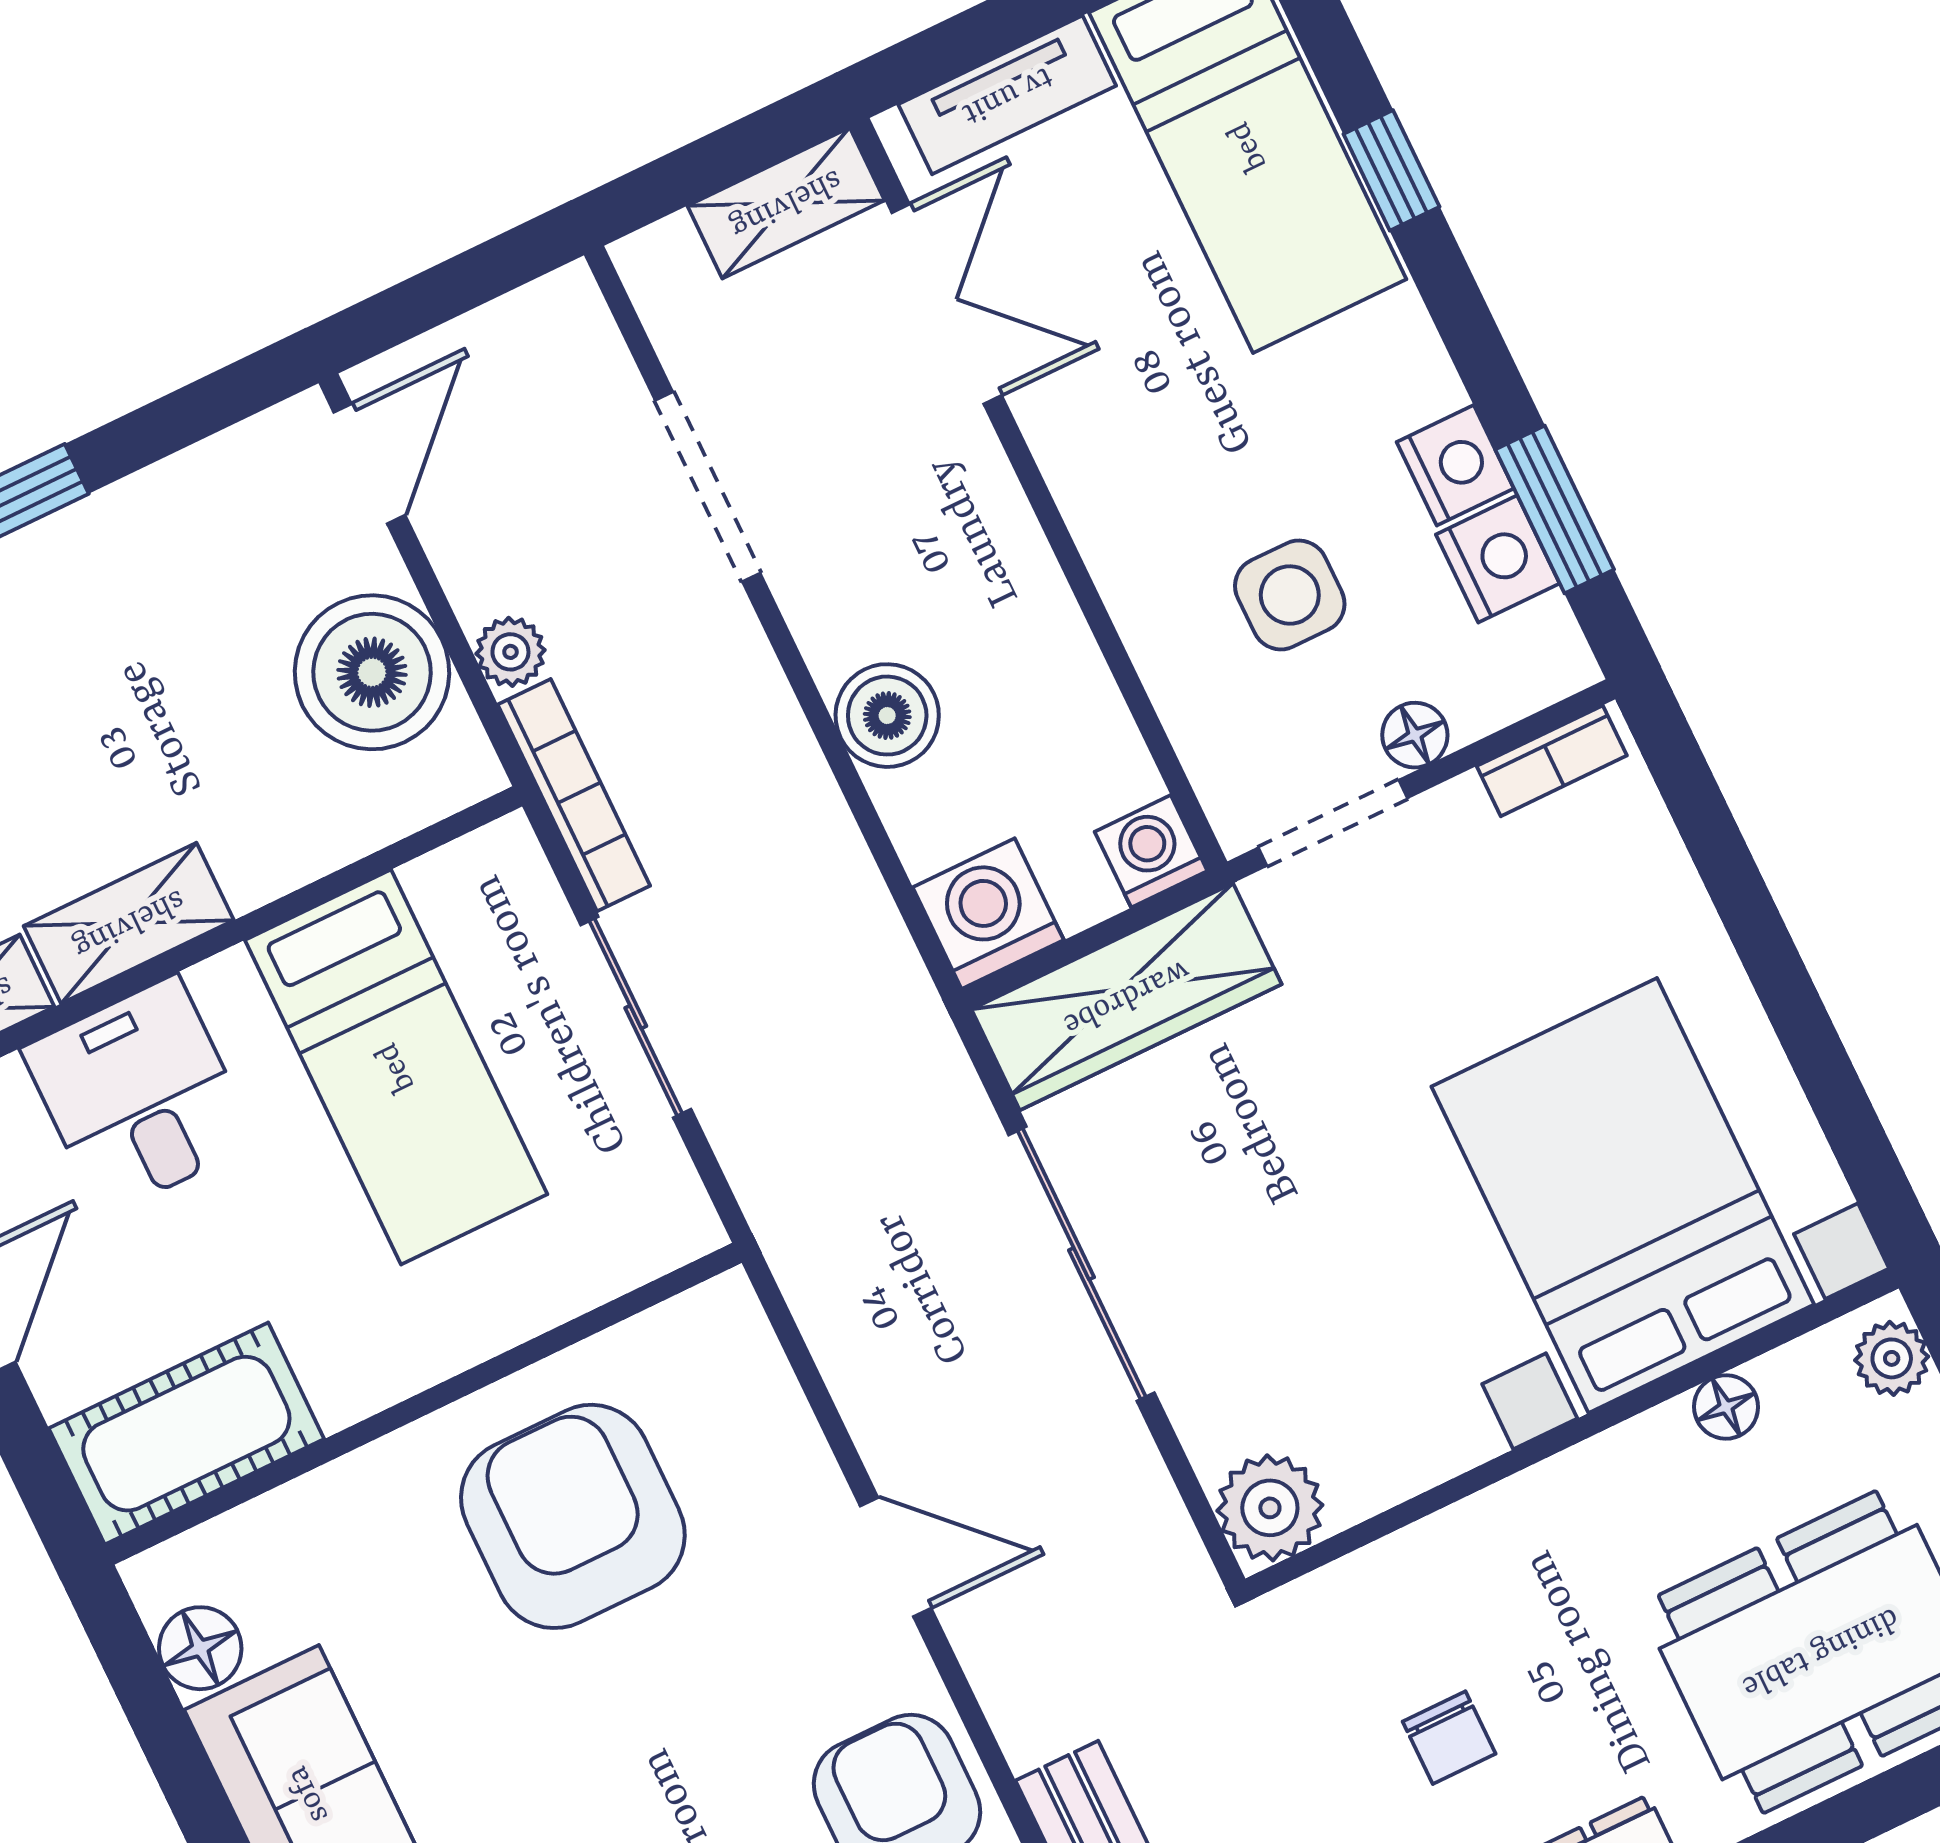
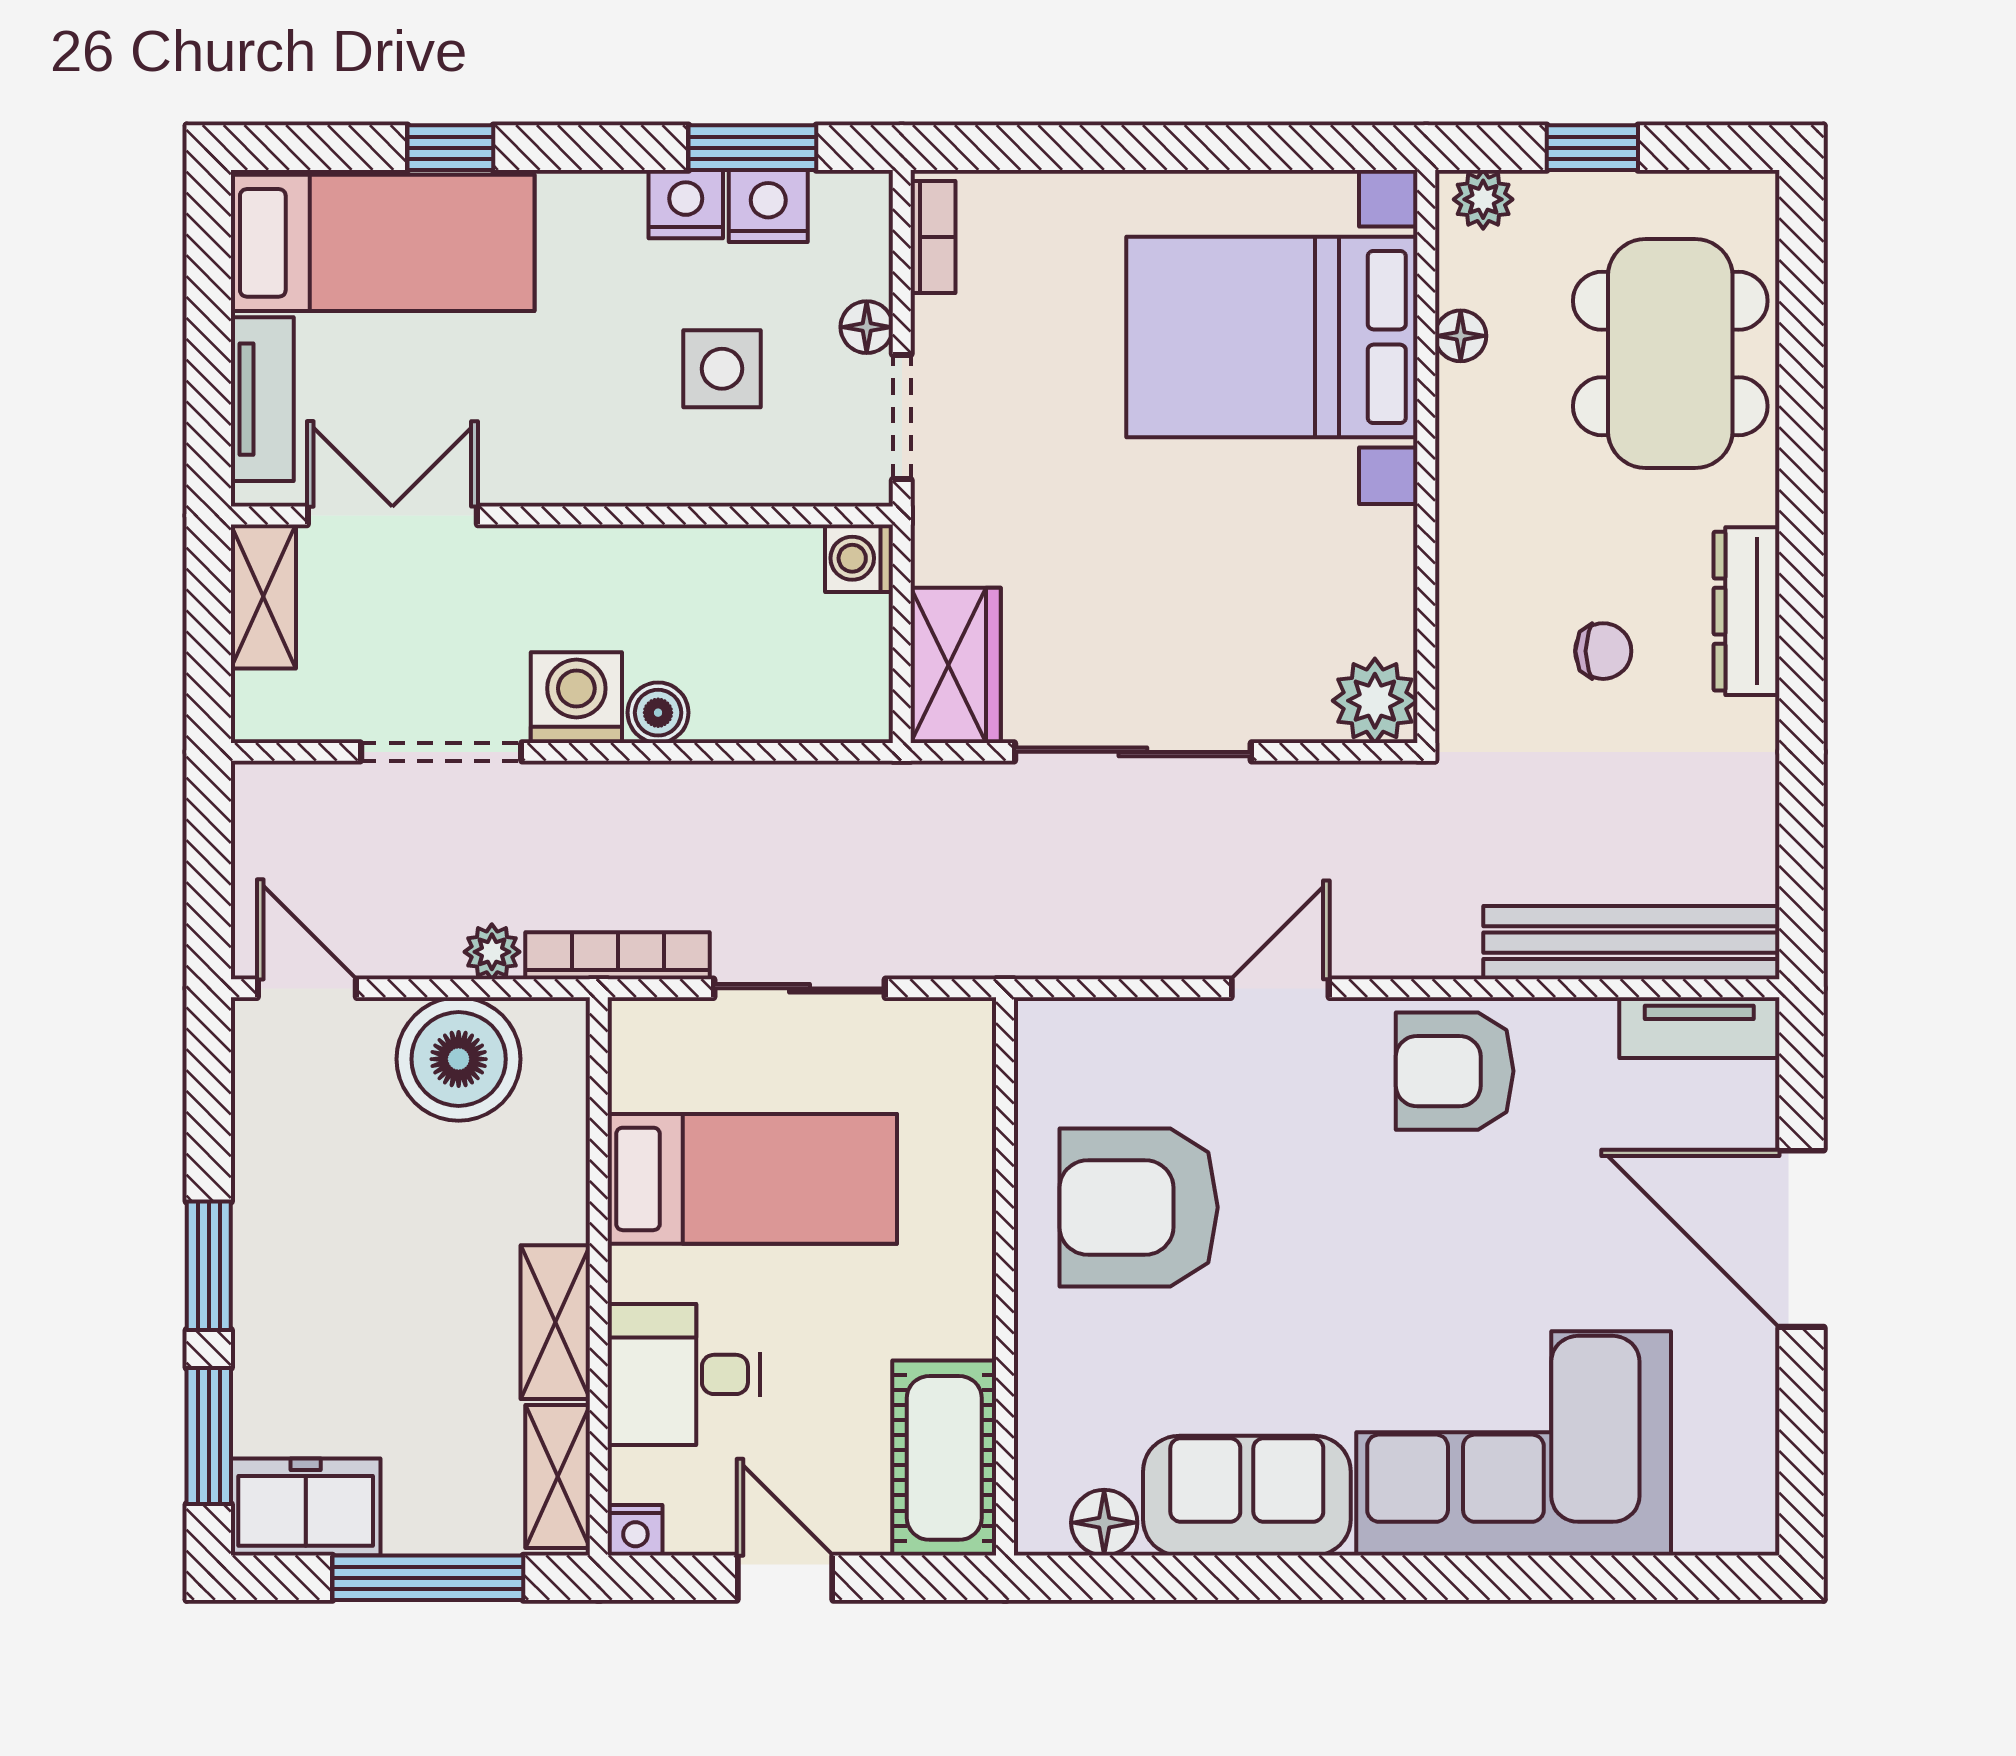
boiler: (887, 716) -> (658, 713), width x0.73, depth x0.73
washing machine: (988, 914) -> (576, 698), moved, turned 90
wardrobe: (1126, 997) -> (956, 665), width x0.67

